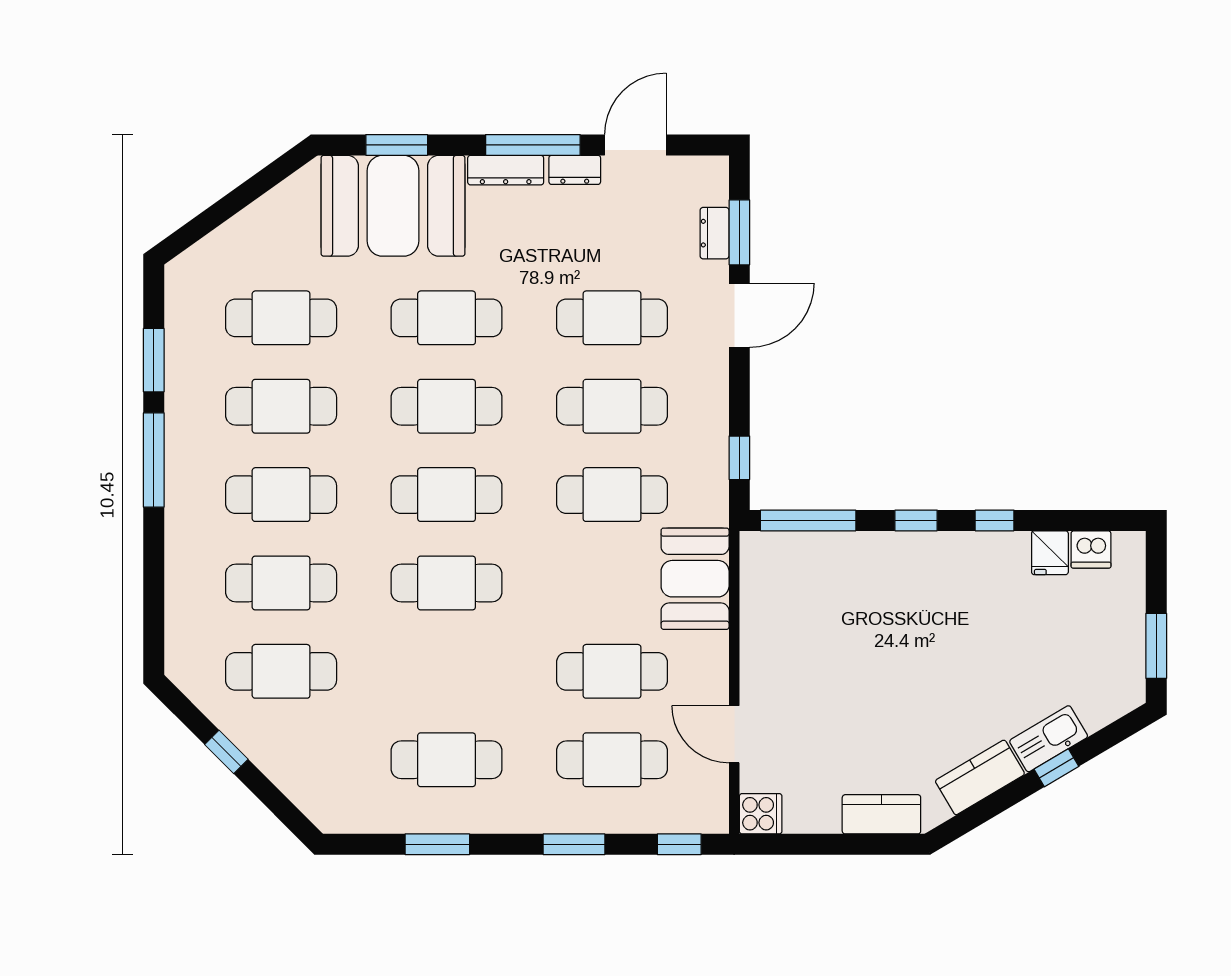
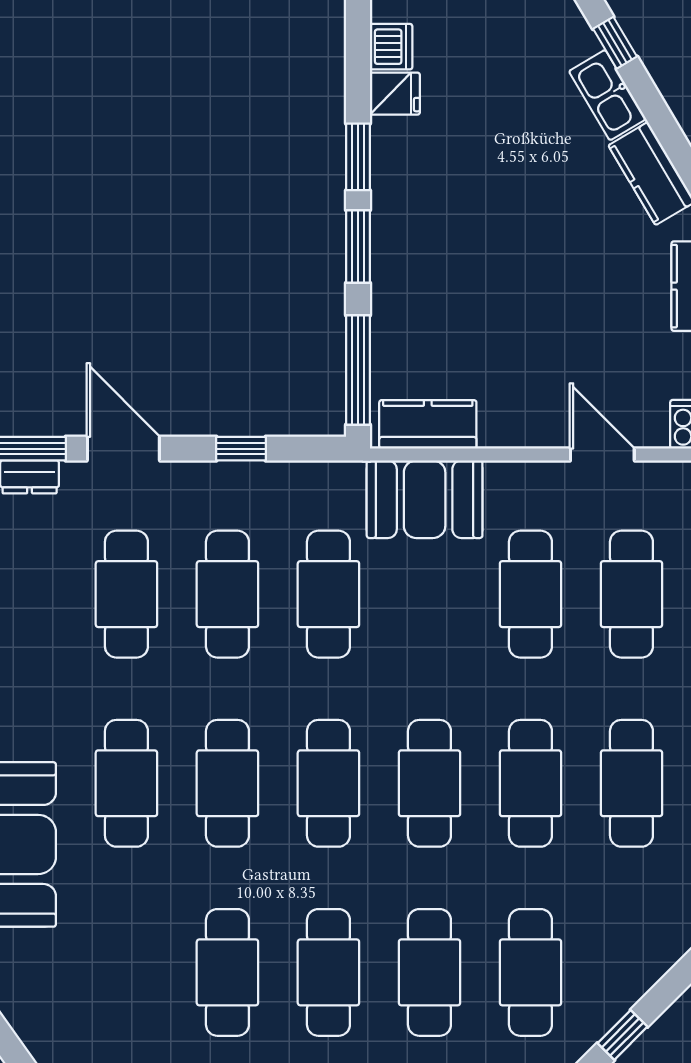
cafe table: (281, 318) -> (530, 783), moved
window: (739, 458) -> (241, 449), moved
window: (916, 520) -> (358, 247), width x1.50
window: (995, 520) -> (358, 157), width x1.50
kitchen counter: (761, 582) -> (428, 424), added
door: (734, 734) -> (602, 454), swing flipped
window: (1056, 768) -> (615, 43), moved

